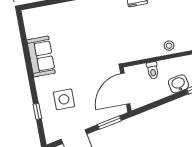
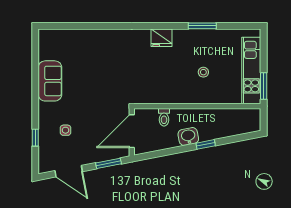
stool: (169, 46) -> (203, 72), moved
side table: (64, 99) -> (66, 130), width x0.54, depth x0.54

